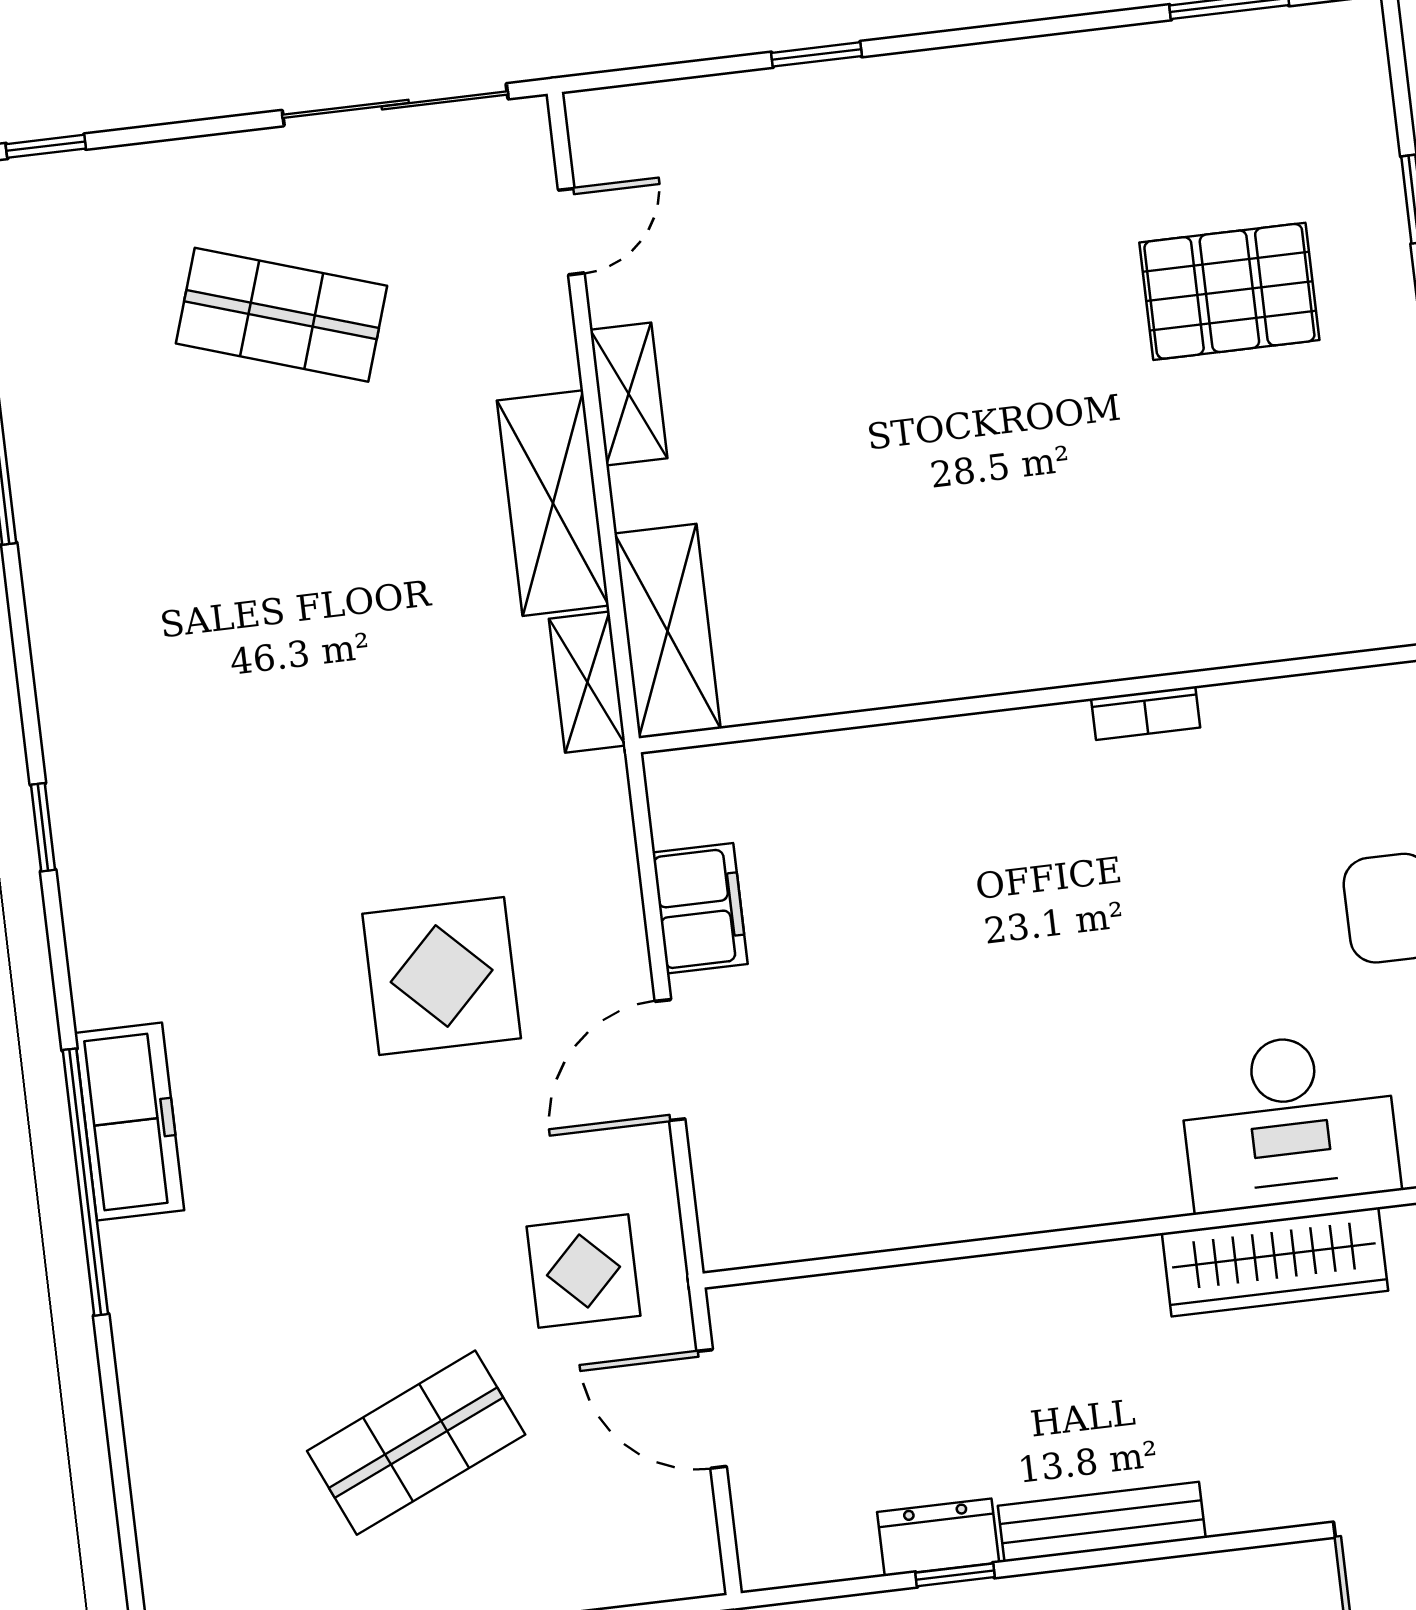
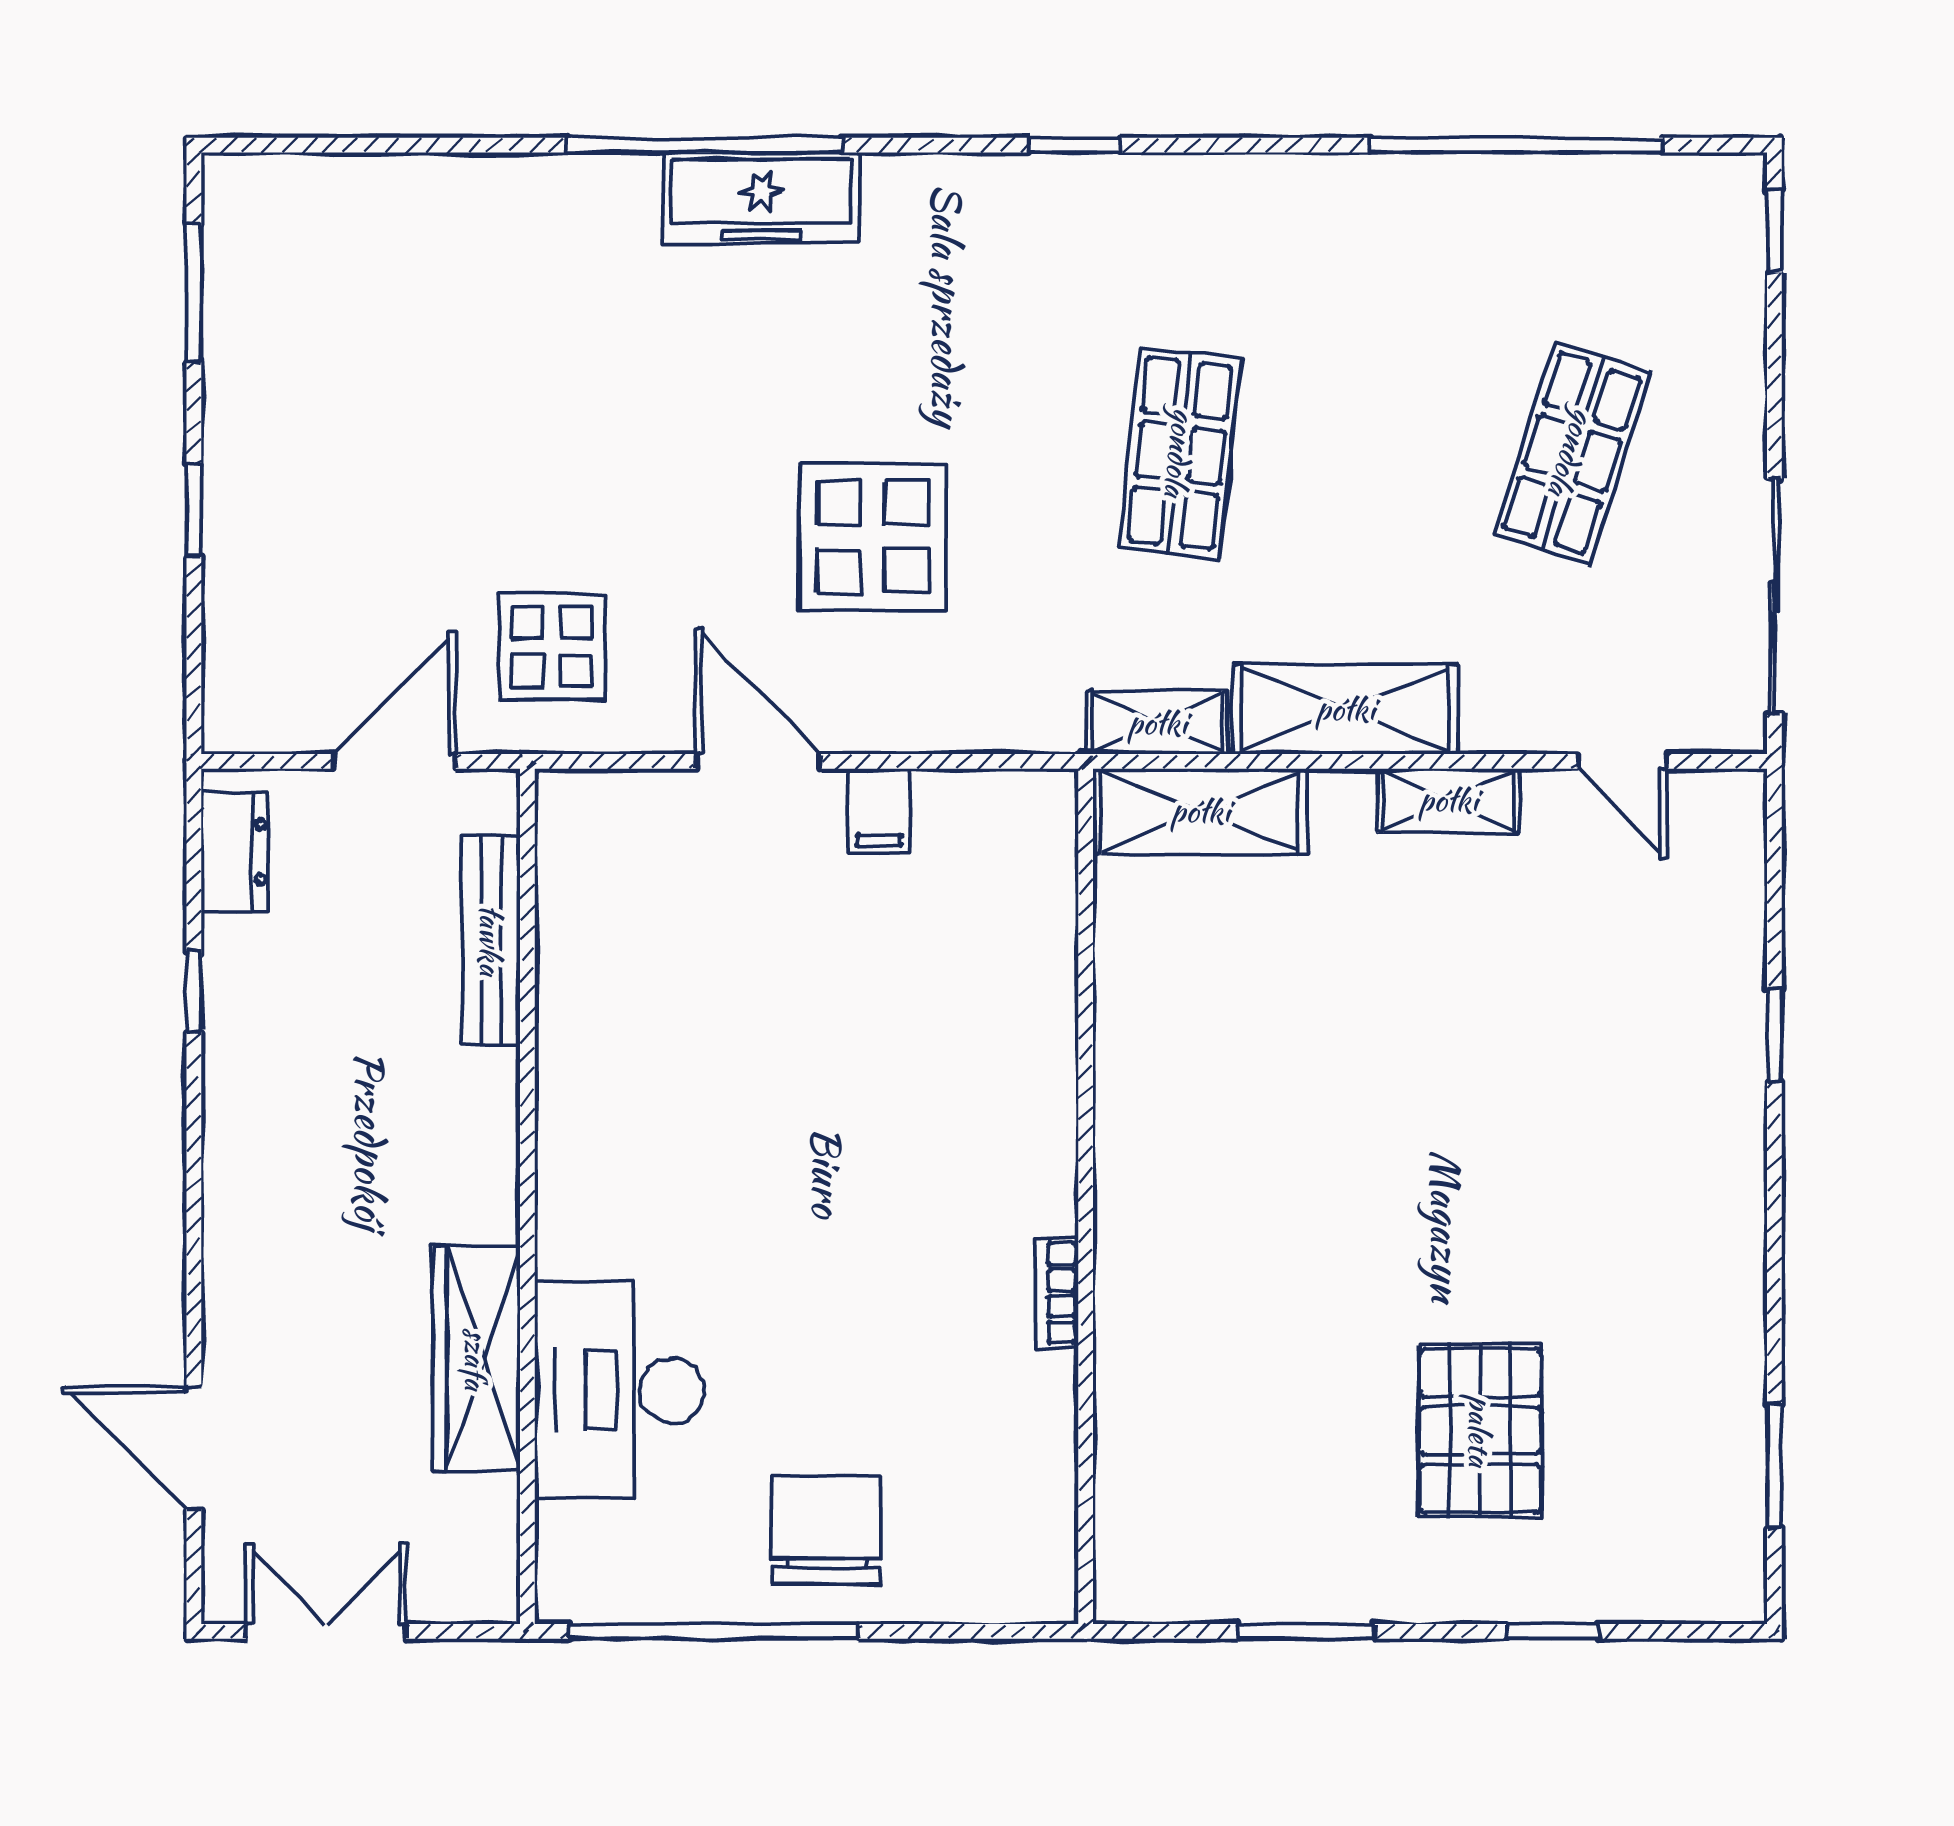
filing cabinet: (700, 908) -> (879, 811), width x0.50
shop shelf: (416, 1443) -> (1180, 453), moved, turned 30
bench: (1102, 1522) -> (491, 940), moved
dresser: (938, 1537) -> (235, 852), moved

